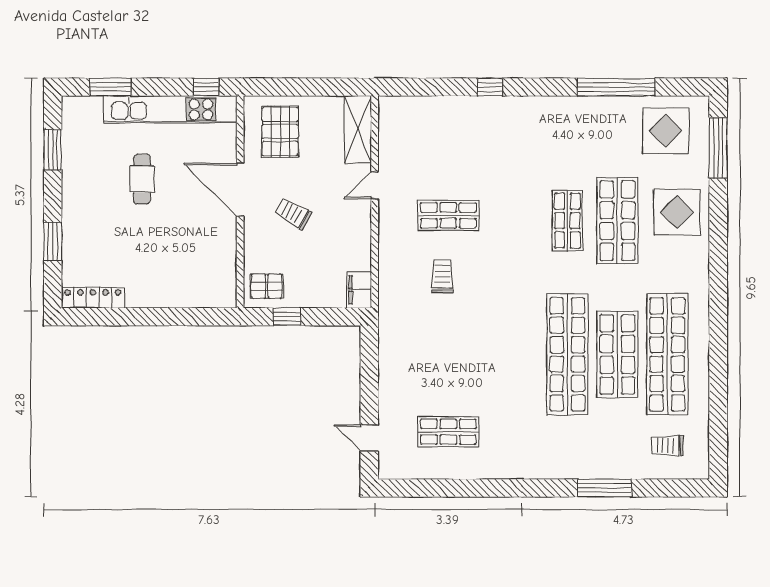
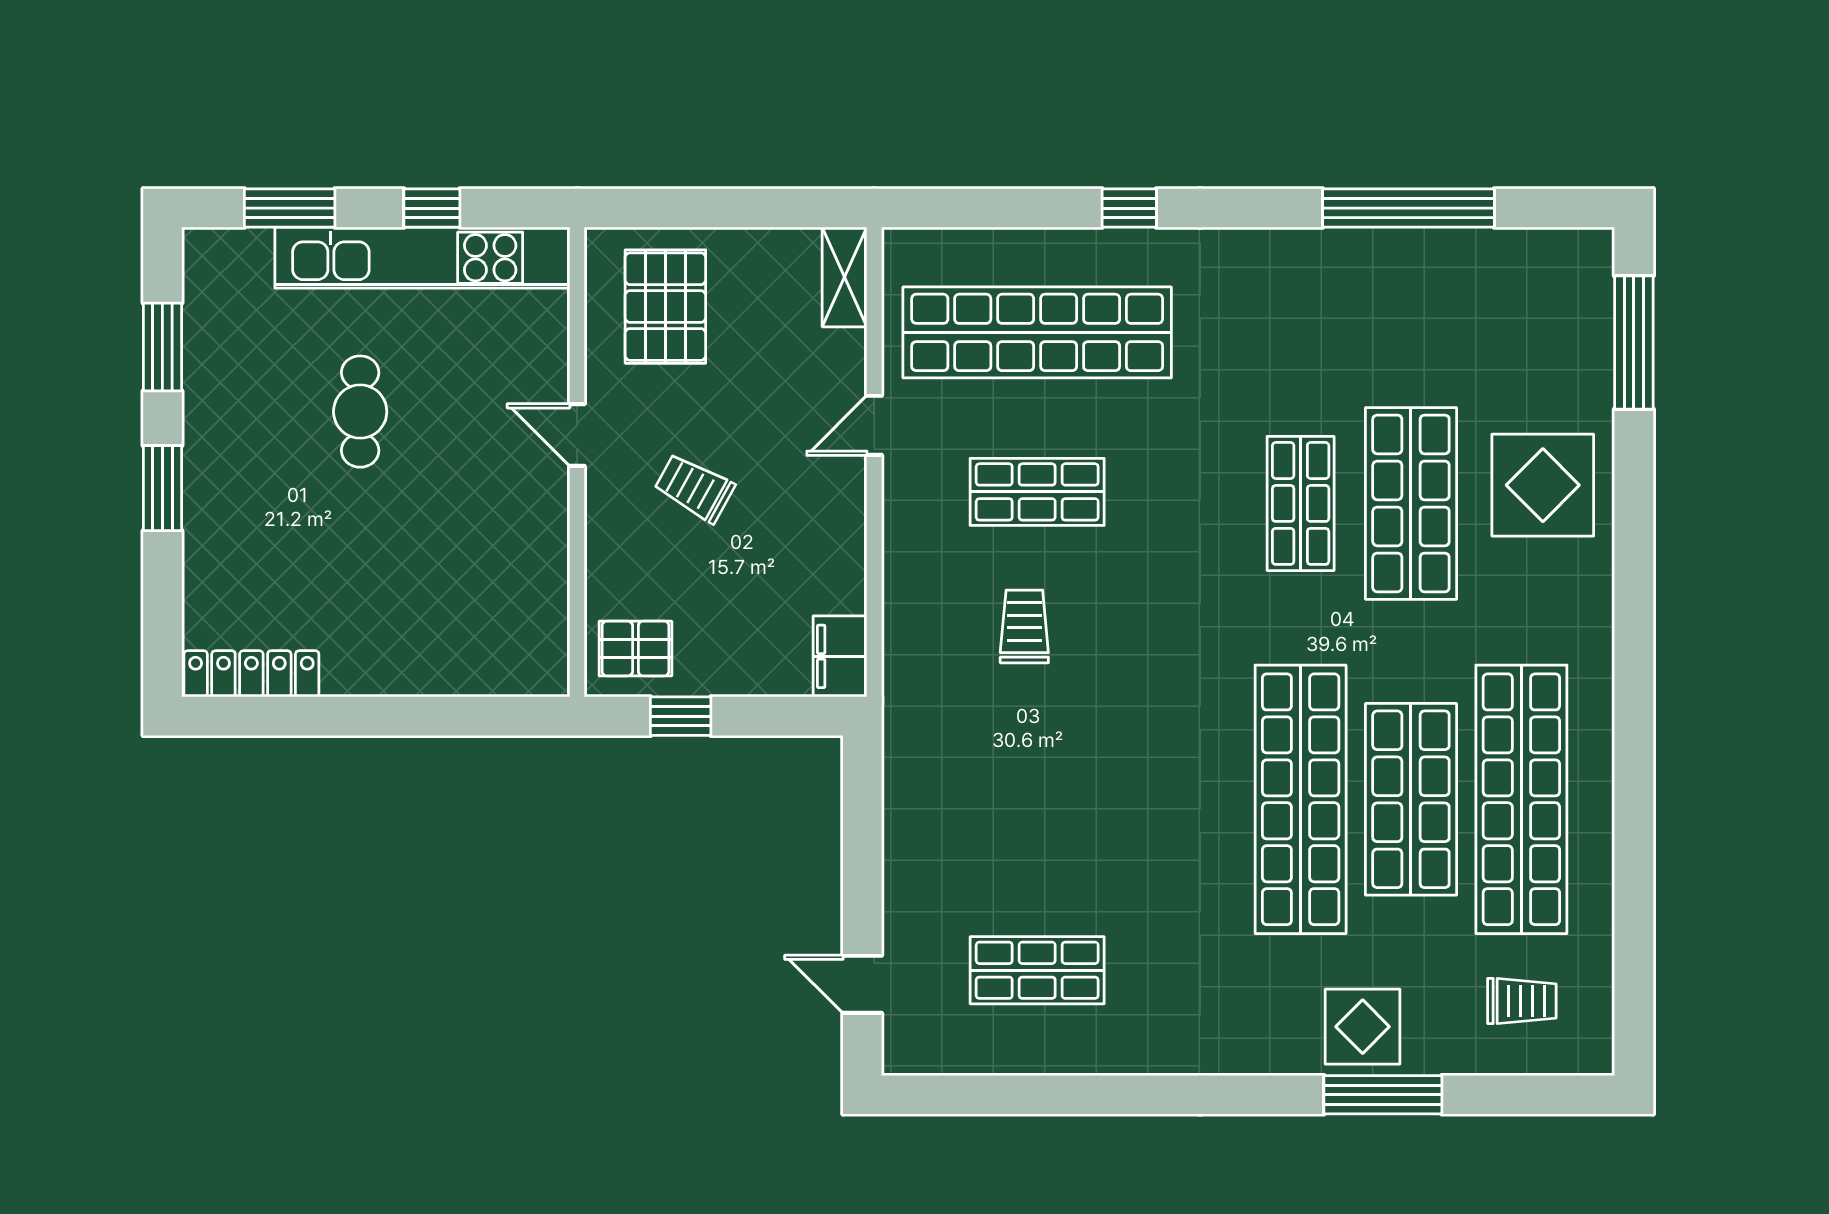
window: (206, 87) -> (432, 208), moved
shelving: (358, 129) -> (845, 277), width x0.67, depth x0.75
display table: (666, 131) -> (1363, 1027), moved, width x0.73, depth x0.73
shop shelf: (448, 143) -> (1037, 332), added
door: (240, 190) -> (577, 435), width x0.53
window: (53, 242) -> (162, 488), moved
trolley: (668, 446) -> (1522, 1001), turned 180

